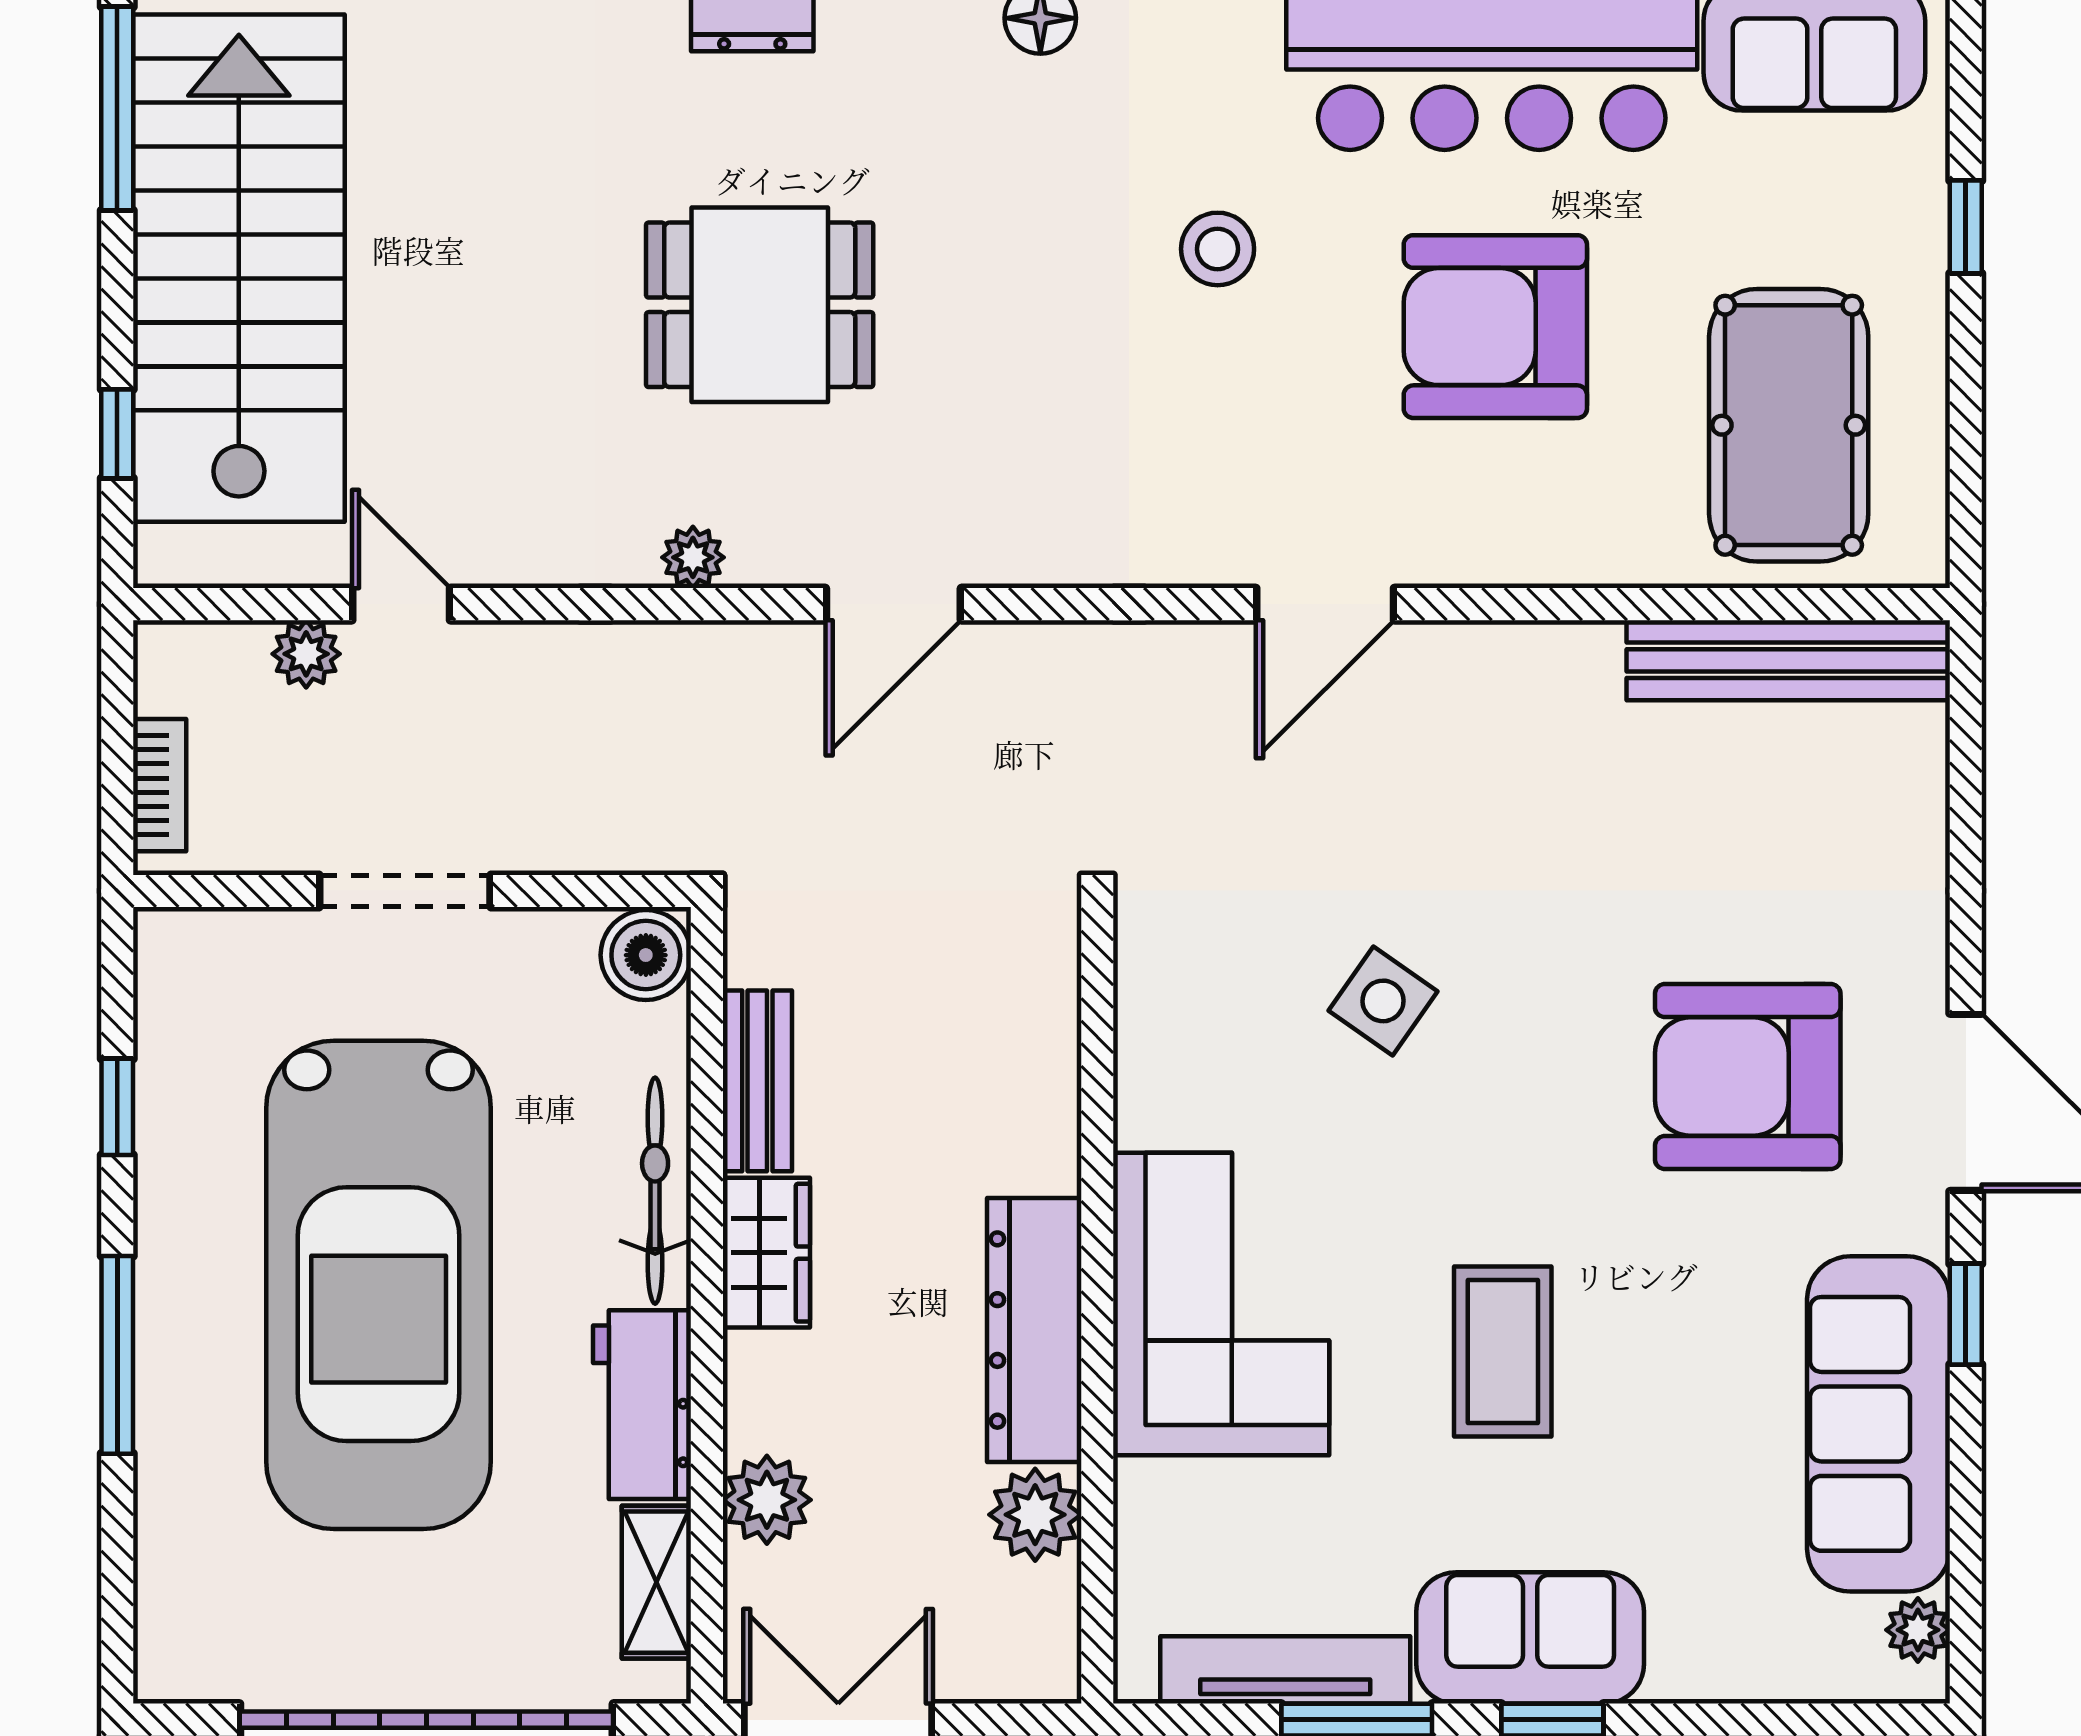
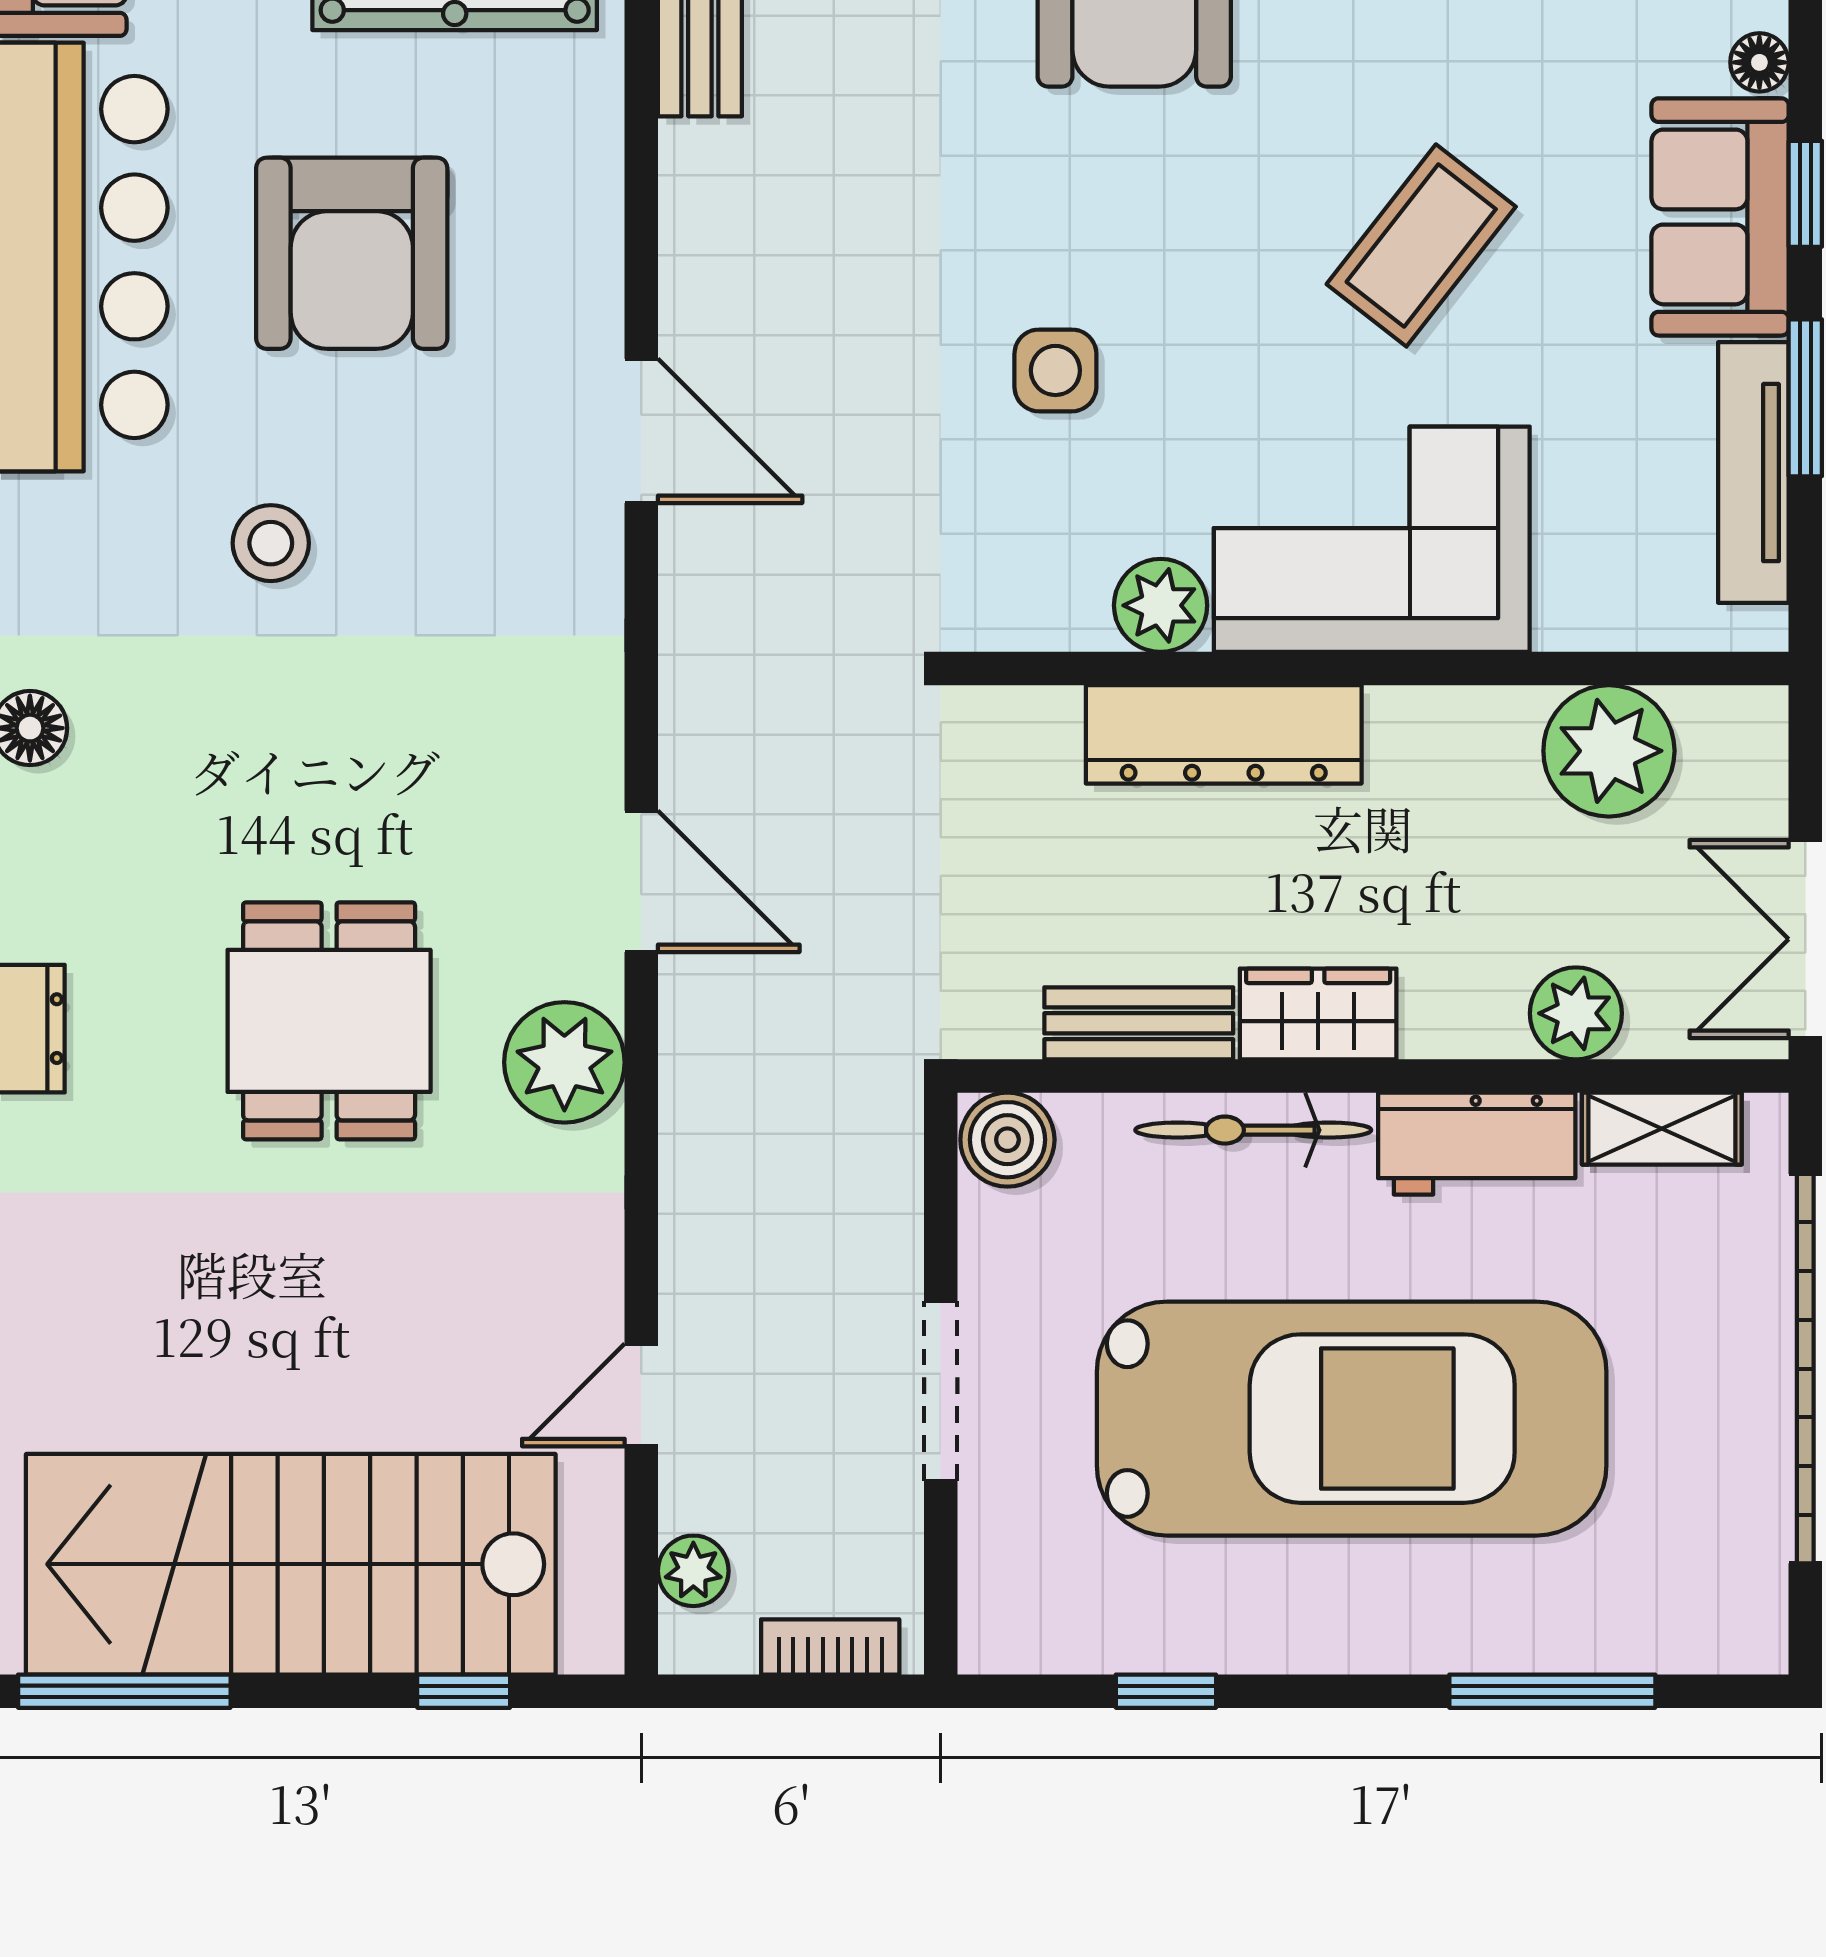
plant: (693, 557) -> (564, 1062), width x1.88, depth x1.88
plant: (306, 654) -> (693, 1571), moved
side table: (1383, 1001) -> (1055, 370), turned -35
plant: (1158, 1102) -> (1161, 605), added
dresser: (1034, 1330) -> (1224, 734), moved
coffee table: (1503, 1352) -> (1421, 245), turned -52
window: (117, 1355) -> (1552, 1691), moved
plant: (1035, 1515) -> (1609, 751), width x1.36, depth x1.36
floor lamp: (1678, 1676) -> (1759, 62), added

